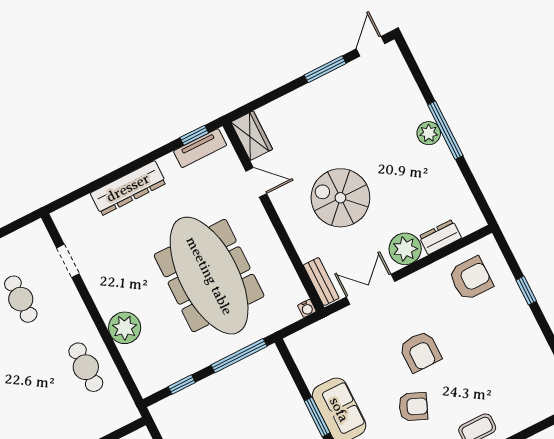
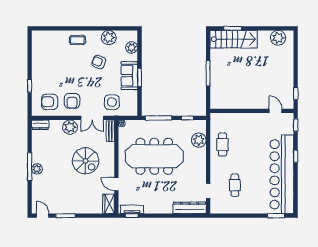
door: (371, 46) -> (43, 216), swing flipped
dresser: (128, 188) -> (190, 208), moved
dresser: (440, 237) -> (40, 125), moved
meeting table: (209, 276) -> (154, 156), turned 90
plant: (125, 328) -> (199, 140), moved
side table: (347, 340) -> (112, 102), added
armchair: (420, 352) -> (72, 101), moved, turned 180

